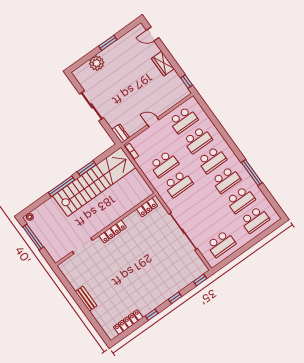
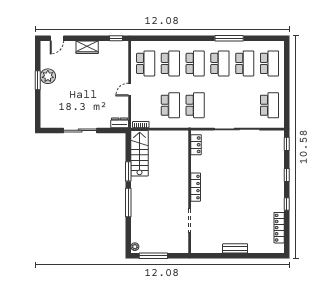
plant: (97, 63) -> (48, 76), moved
stairs: (94, 182) -> (140, 153), width x0.54, depth x0.66

